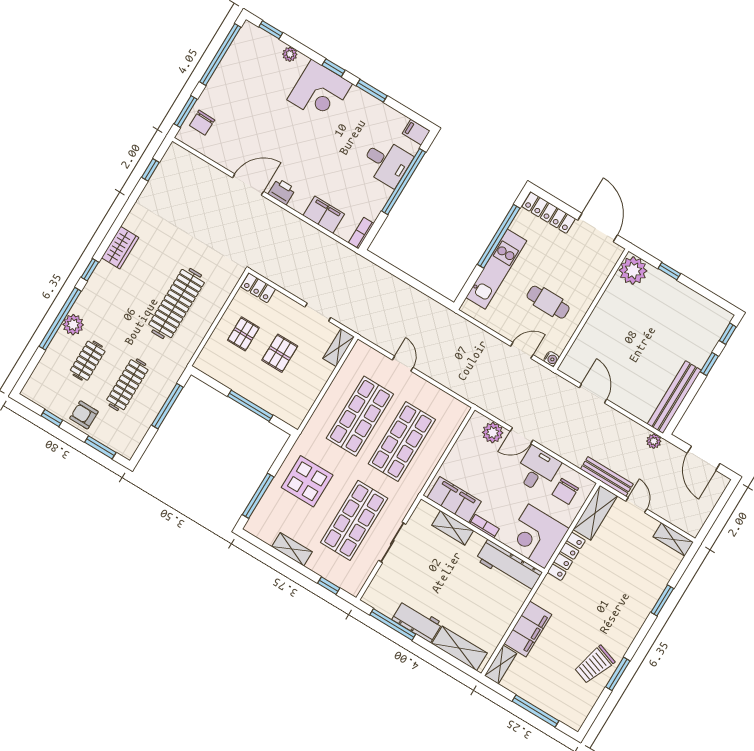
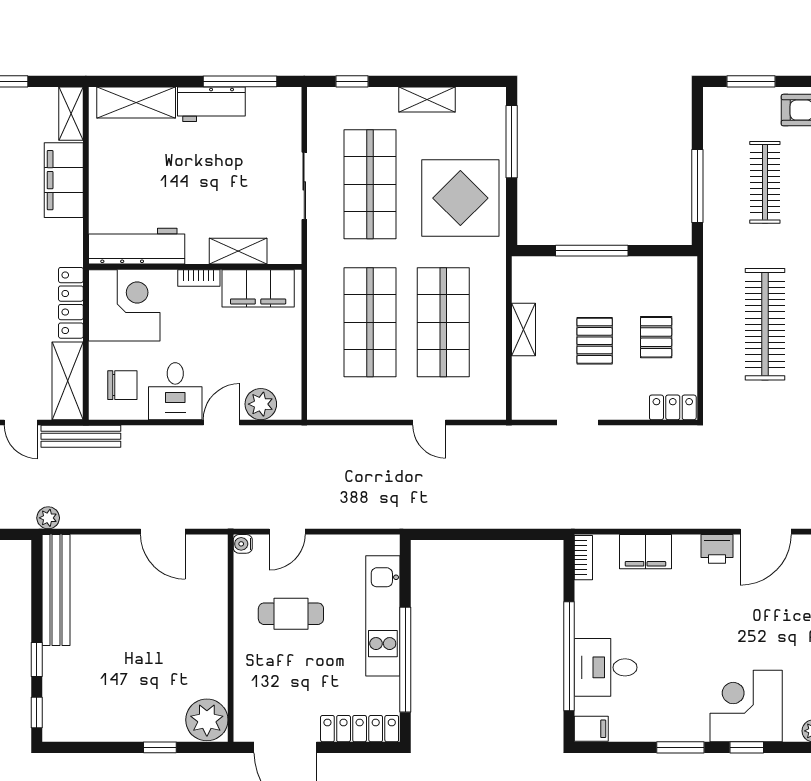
shelving: (339, 348) -> (524, 330), moved
display table: (307, 481) -> (460, 198), width x1.36, depth x1.36
chair: (565, 491) -> (122, 385), turned 90

